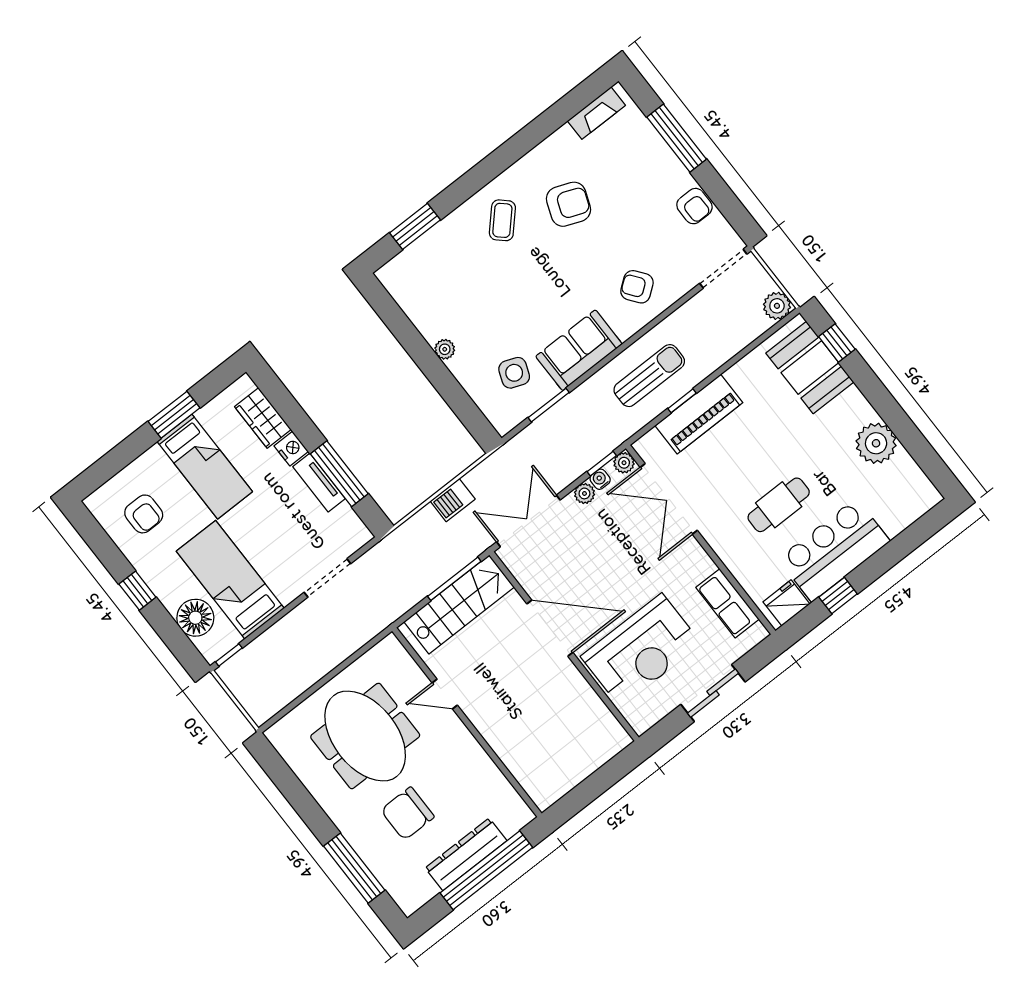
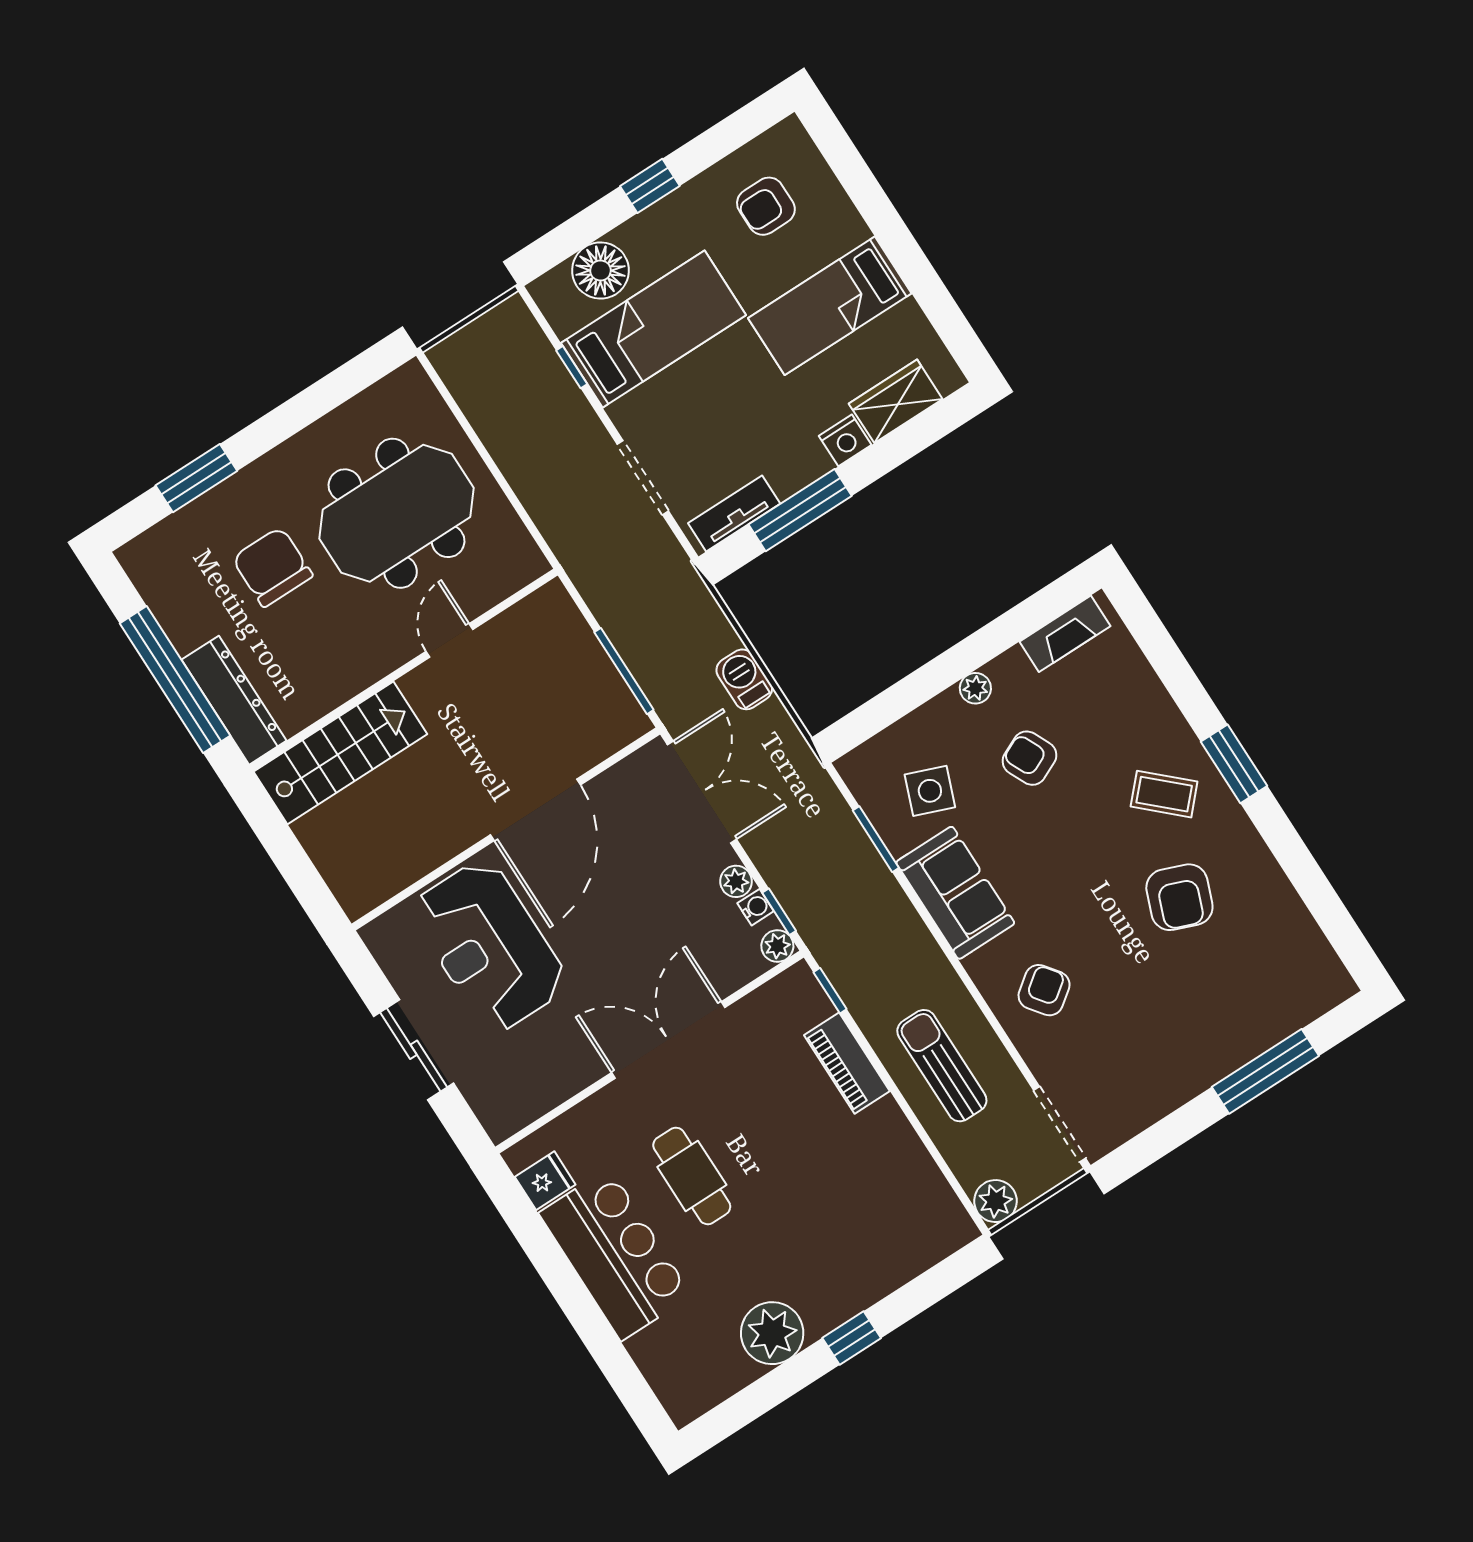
fireplace: (596, 113) -> (1065, 634), moved, turned -90
armchair: (694, 206) -> (1030, 758), moved, turned 65
window: (415, 226) -> (1234, 764), moved
window: (837, 343) -> (852, 1338), moved
booth: (810, 368) -> (897, 1243), removed
sun lounger: (649, 376) -> (942, 1066), moved, turned 180
window: (682, 401) -> (830, 991), moved
piano: (699, 414) -> (847, 1063), width x0.73, depth x0.75
window: (174, 415) -> (913, 266), removed
tv unit: (319, 483) -> (734, 513), moved
double door: (669, 499) -> (668, 1040), moved
window: (838, 595) -> (545, 1254), removed
row of seats: (728, 603) -> (549, 1084), removed
fridge: (786, 603) -> (545, 1181), width x0.72
stairs: (459, 604) -> (340, 753), moved, turned -90
window: (229, 655) -> (572, 367), moved
dresser: (466, 854) -> (234, 700), moved
window: (354, 868) -> (196, 478), width x0.69

